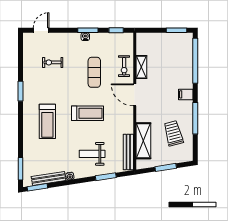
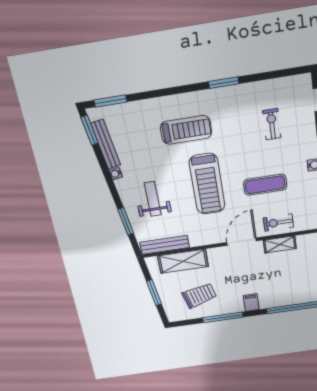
treadmill: (87, 113) -> (207, 184), width x1.37, depth x1.38
treadmill: (47, 121) -> (186, 130), turned 180

